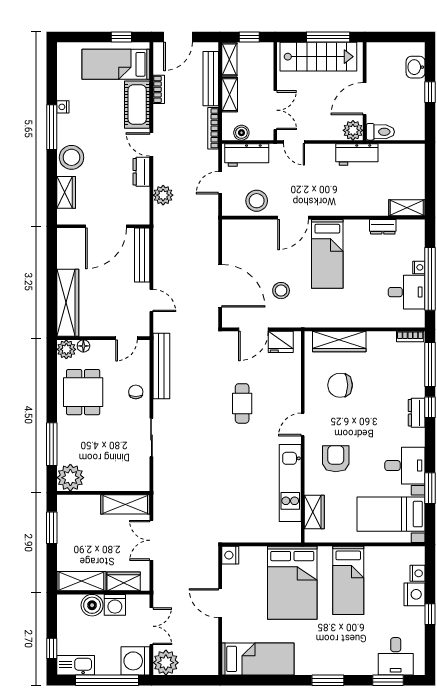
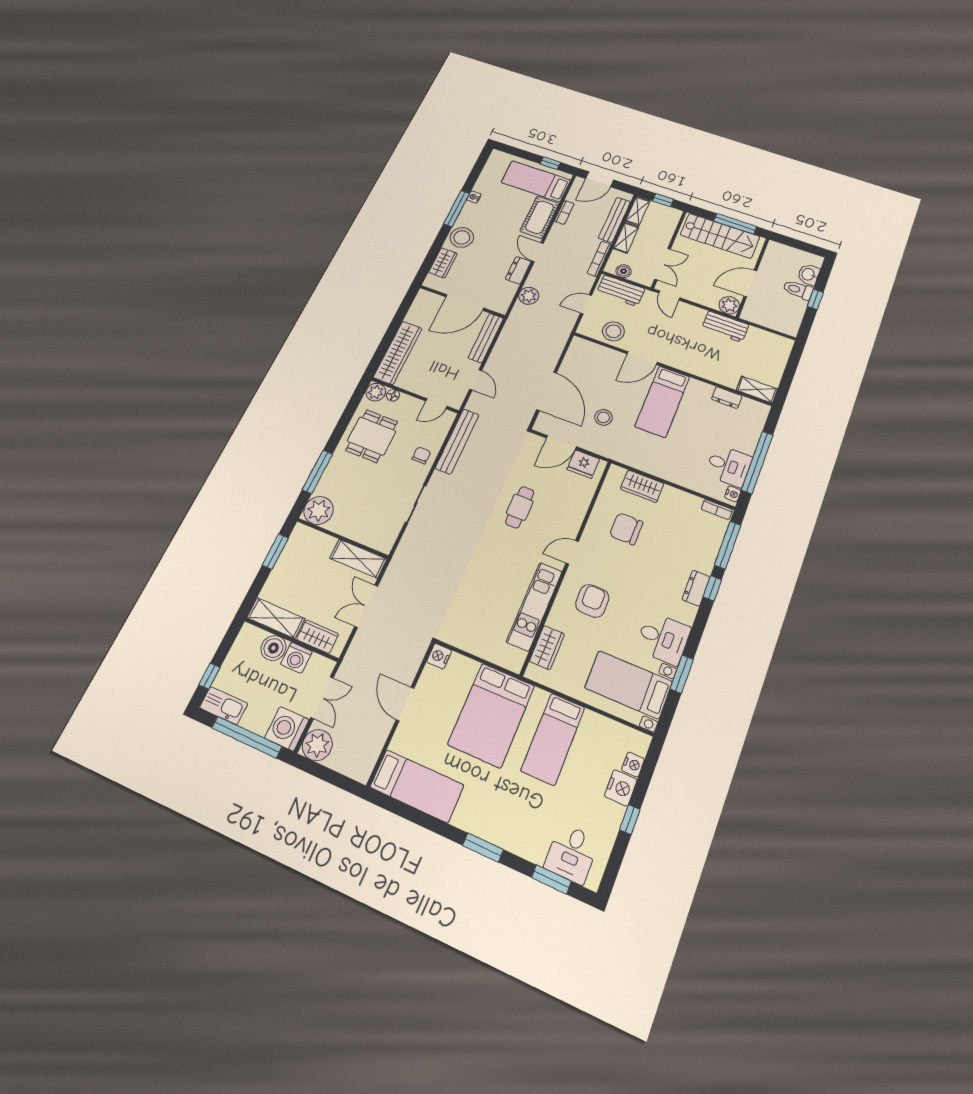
toilet: (380, 132) -> (798, 290), moved, turned 180
nightstand: (419, 267) -> (733, 494), moved
wardrobe: (339, 341) -> (642, 486), width x0.67

